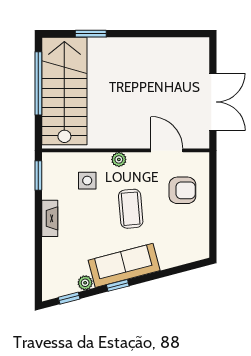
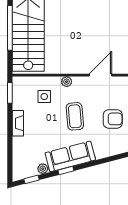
door: (167, 150) -> (100, 75), hinge flipped
armchair: (182, 190) -> (113, 119), moved

